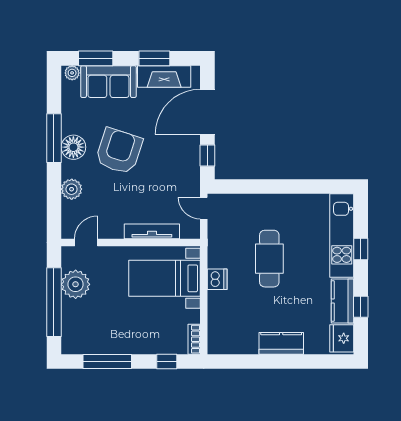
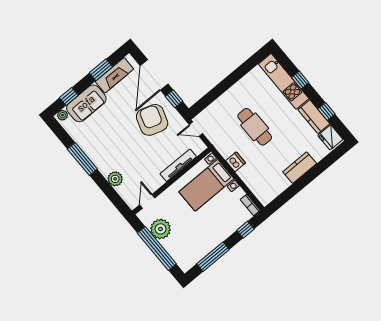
window: (96, 58) -> (69, 97), width x0.67
floor lamp: (73, 147) -> (97, 155), removed
armchair: (119, 151) -> (152, 120), moved

